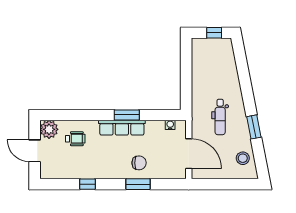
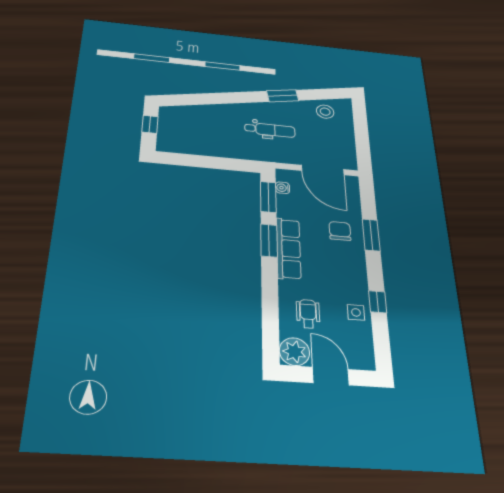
window: (161, 115) -> (268, 197), added
door: (35, 151) -> (331, 376), swing flipped
door: (189, 154) -> (323, 170), swing flipped
side table: (79, 169) -> (356, 312), added

